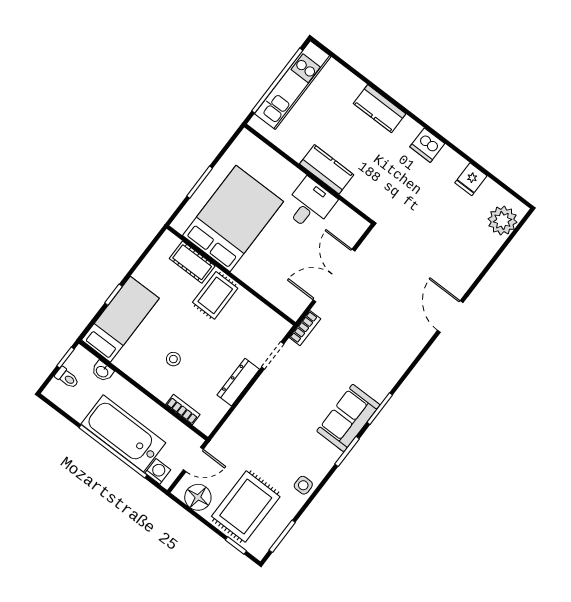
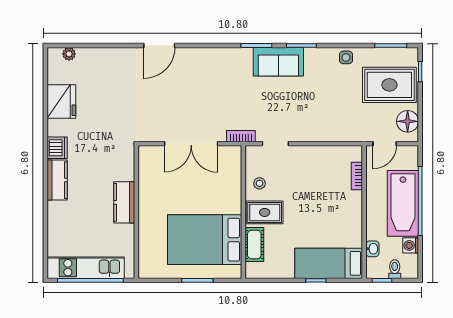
kitchen counter: (380, 109) -> (57, 180), moved
fridge: (471, 179) -> (61, 101), width x1.88, depth x1.34
desk: (310, 204) -> (156, 196), removed
plant: (502, 221) -> (69, 54), width x0.53, depth x0.53
stool: (173, 359) -> (260, 183), moved
dresser: (238, 382) -> (311, 153), removed
door: (193, 459) -> (385, 144), swing flipped
washing machine: (158, 471) -> (411, 245), moved

